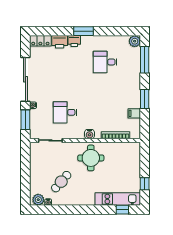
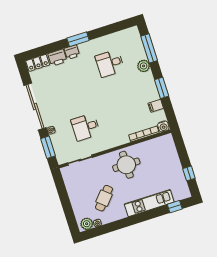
plant: (135, 41) -> (144, 66), moved
water cooler: (90, 134) -> (163, 126), moved
kitchen unit: (118, 199) -> (149, 203), moved

